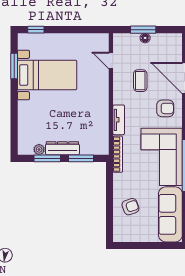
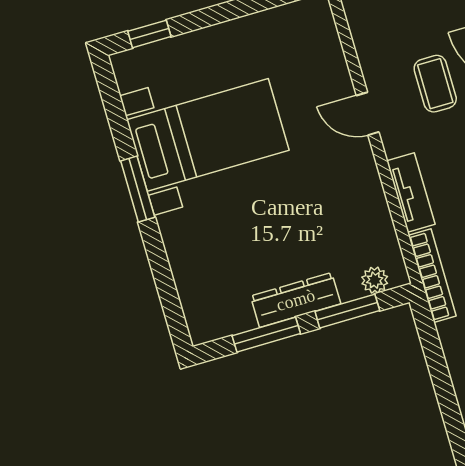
door: (111, 61) -> (368, 114), moved
window: (14, 66) -> (138, 189), moved
plant: (39, 149) -> (375, 280), moved

